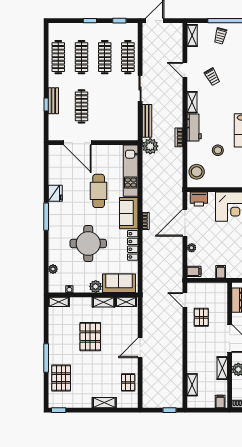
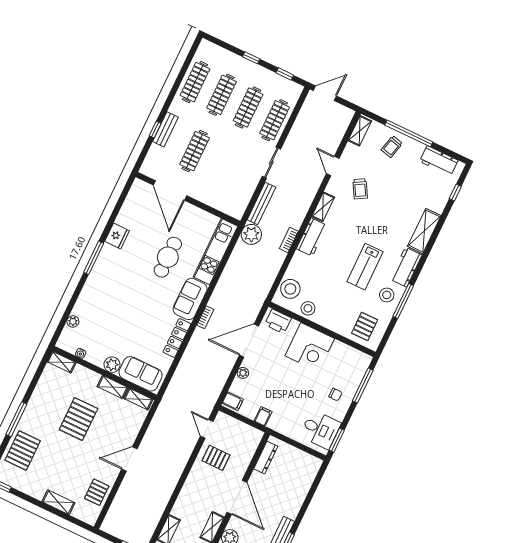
stool: (218, 150) -> (308, 308), moved
round table: (88, 244) -> (127, 312), removed
pallet: (201, 317) -> (216, 458), turned 90

